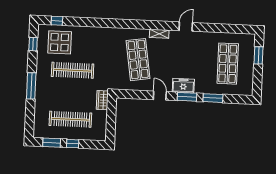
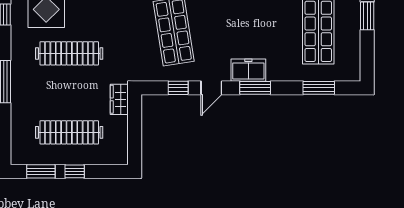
window: (139, 95) -> (178, 88), added
door: (160, 96) -> (211, 88), swing flipped
window: (213, 98) -> (319, 88), moved

